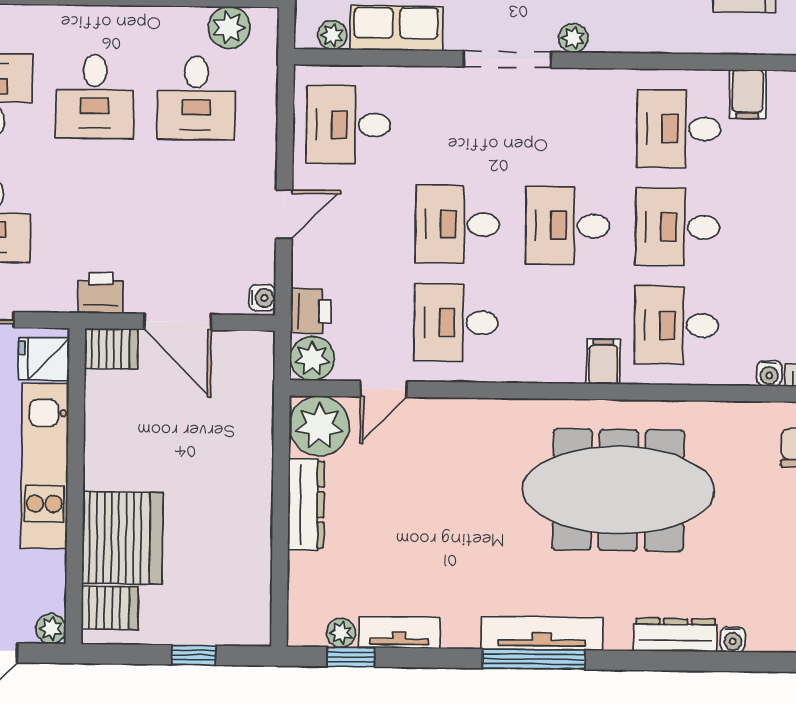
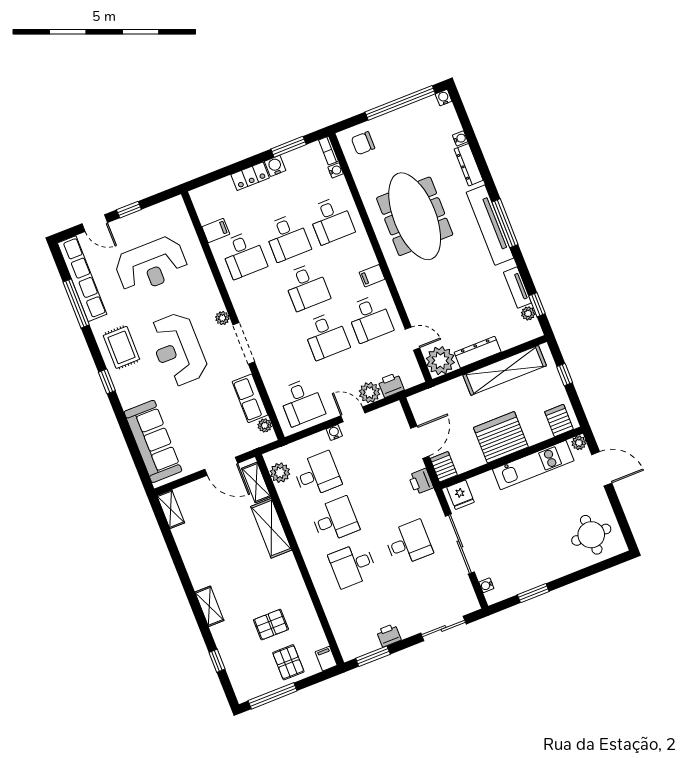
water cooler: (262, 298) -> (334, 432), moved
plant: (312, 358) -> (370, 393), moved
filing cabinet: (603, 362) -> (372, 276), moved
kitchen unit: (45, 466) -> (533, 465), moved
server rack: (122, 538) -> (501, 437), moved
shelving: (249, 542) -> (505, 370), added
tv unit: (542, 633) -> (490, 225), width x1.36, depth x1.29

